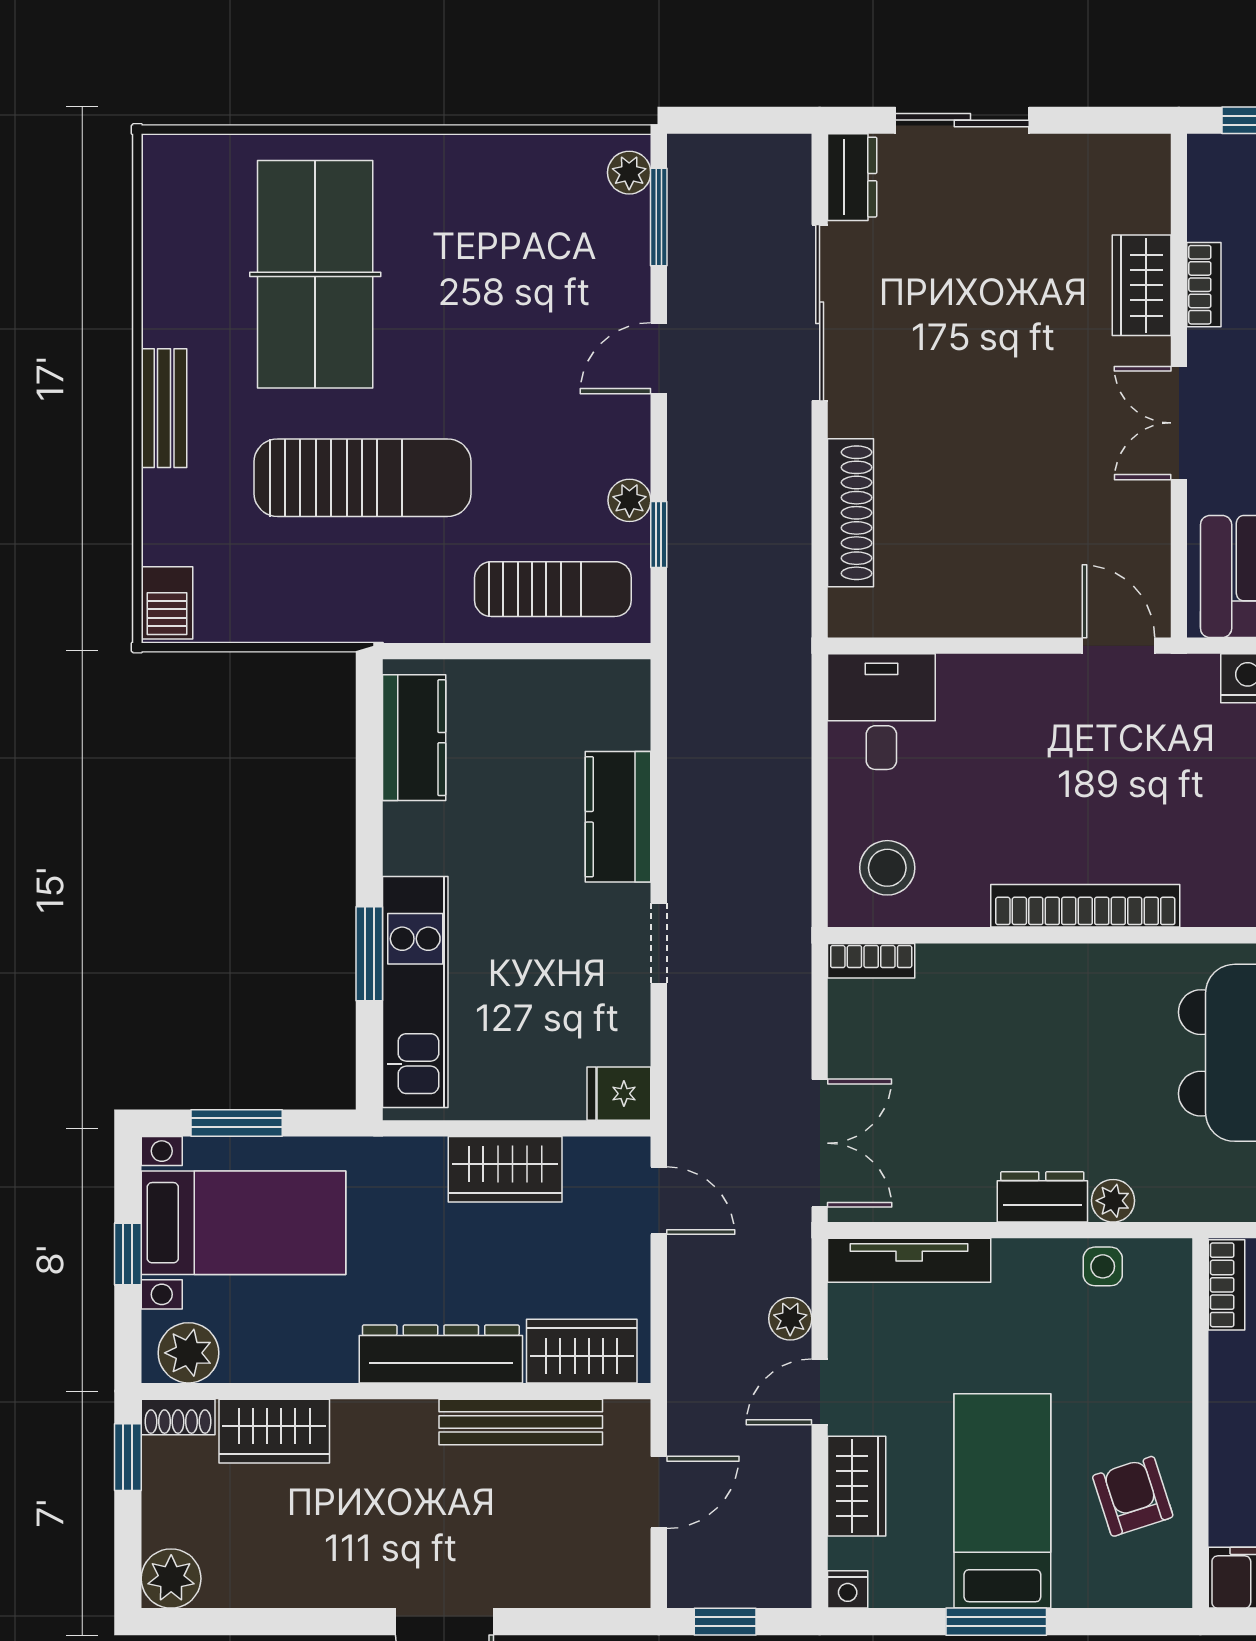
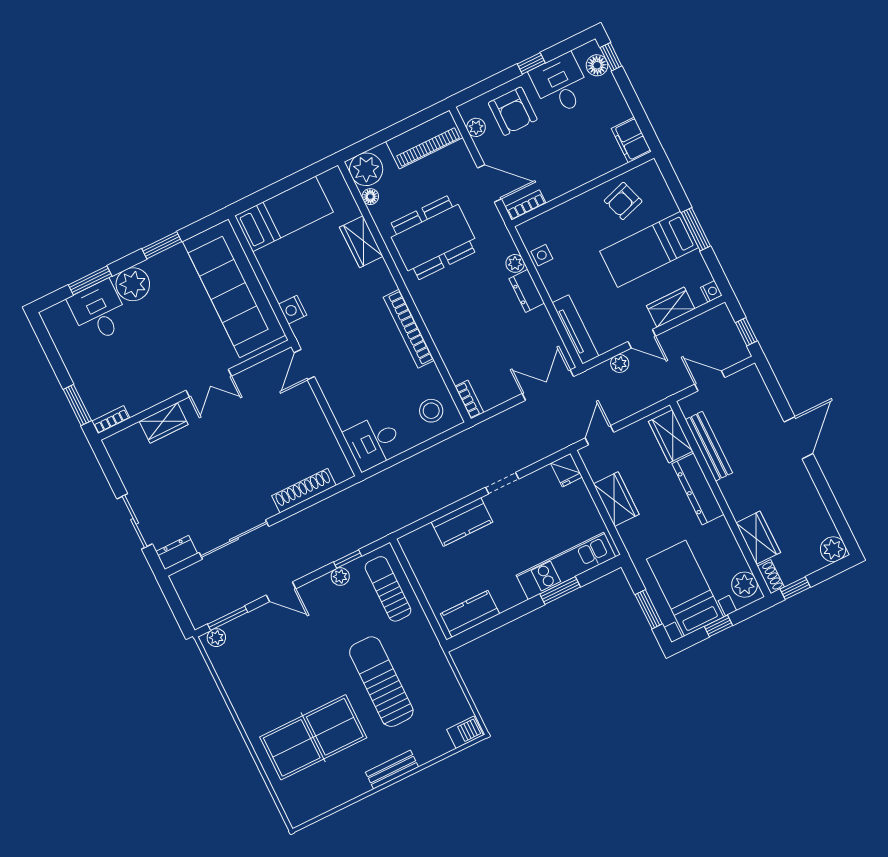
bookcase: (1204, 285) -> (111, 420), moved

